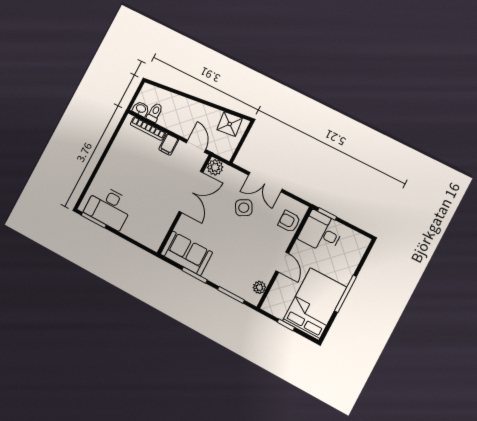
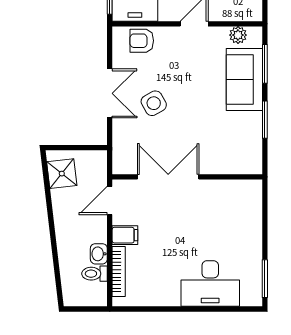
washbasin: (141, 109) -> (99, 254), moved
plant: (215, 167) -> (123, 163), removed
desk: (109, 207) -> (210, 284), moved, turned 90
armchair: (289, 221) -> (142, 41), turned 90
sofa: (186, 253) -> (244, 79), moved

